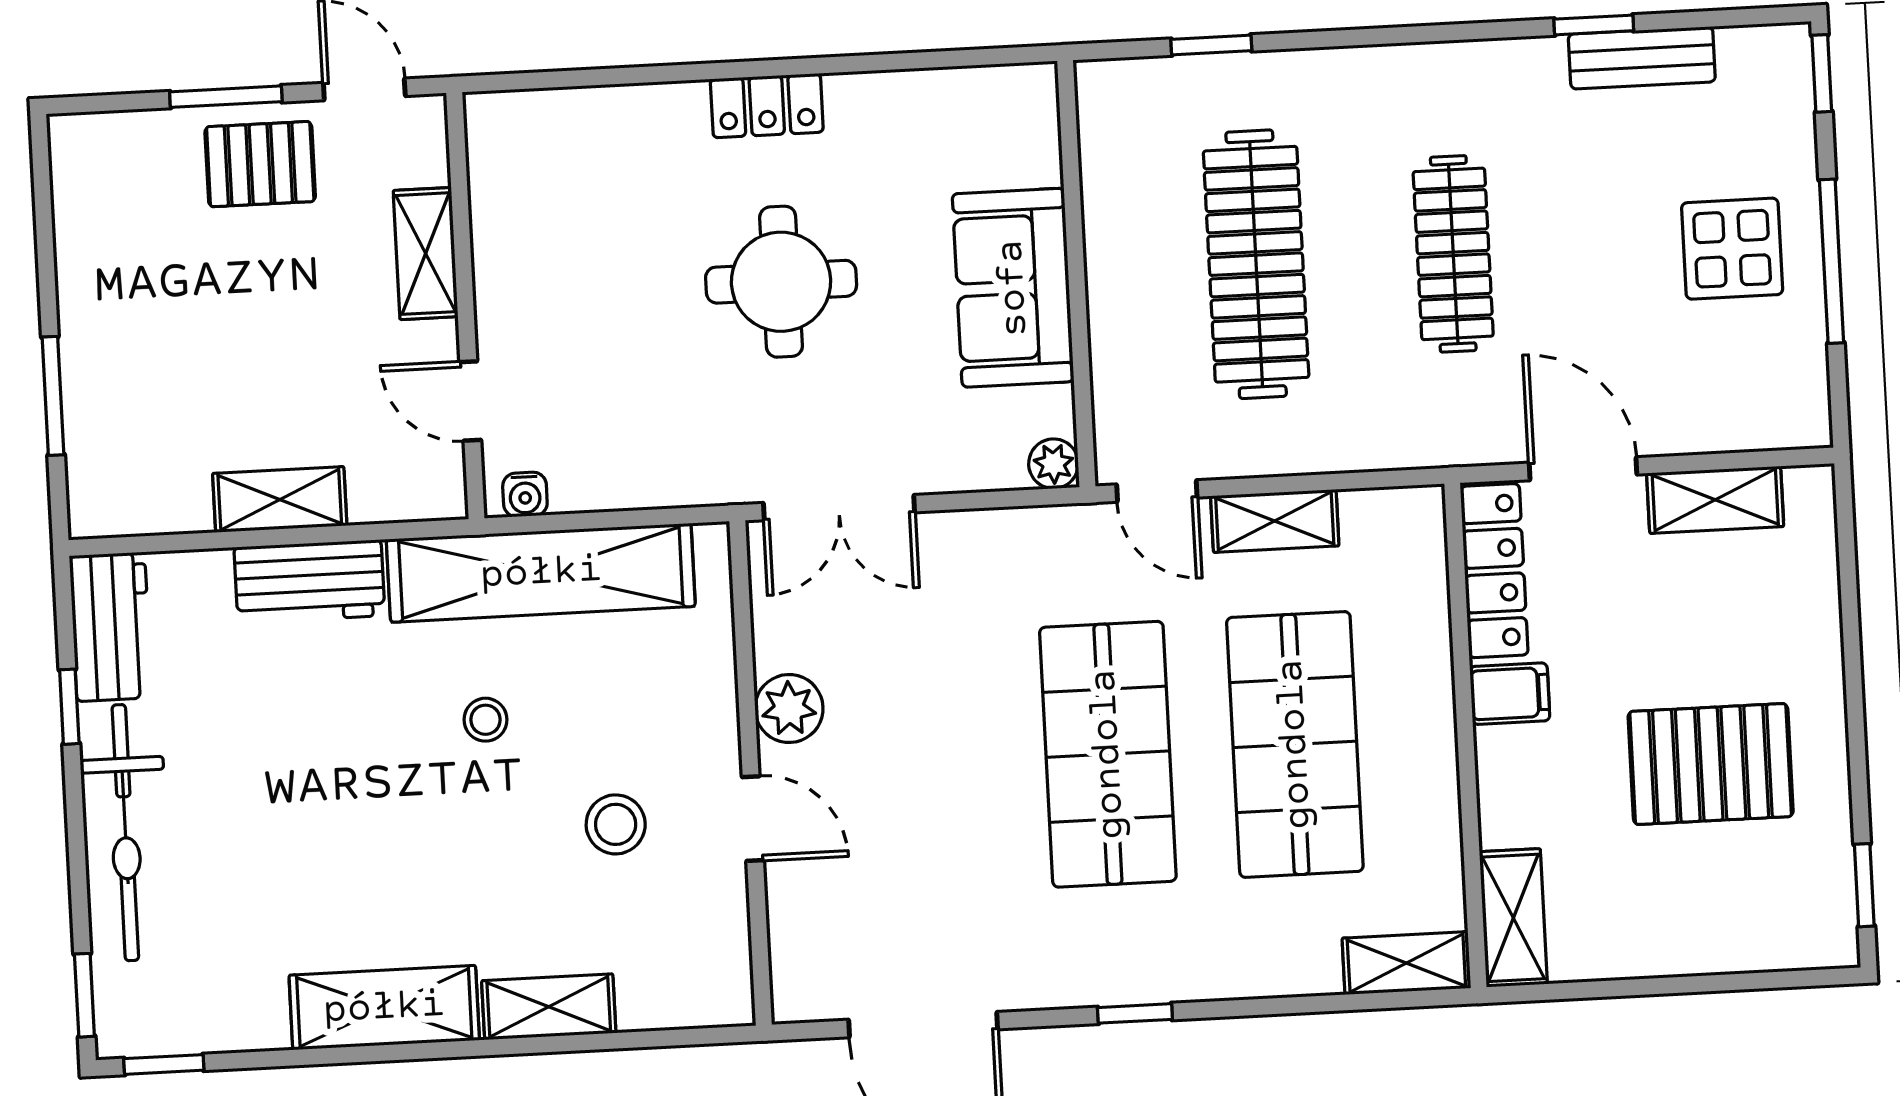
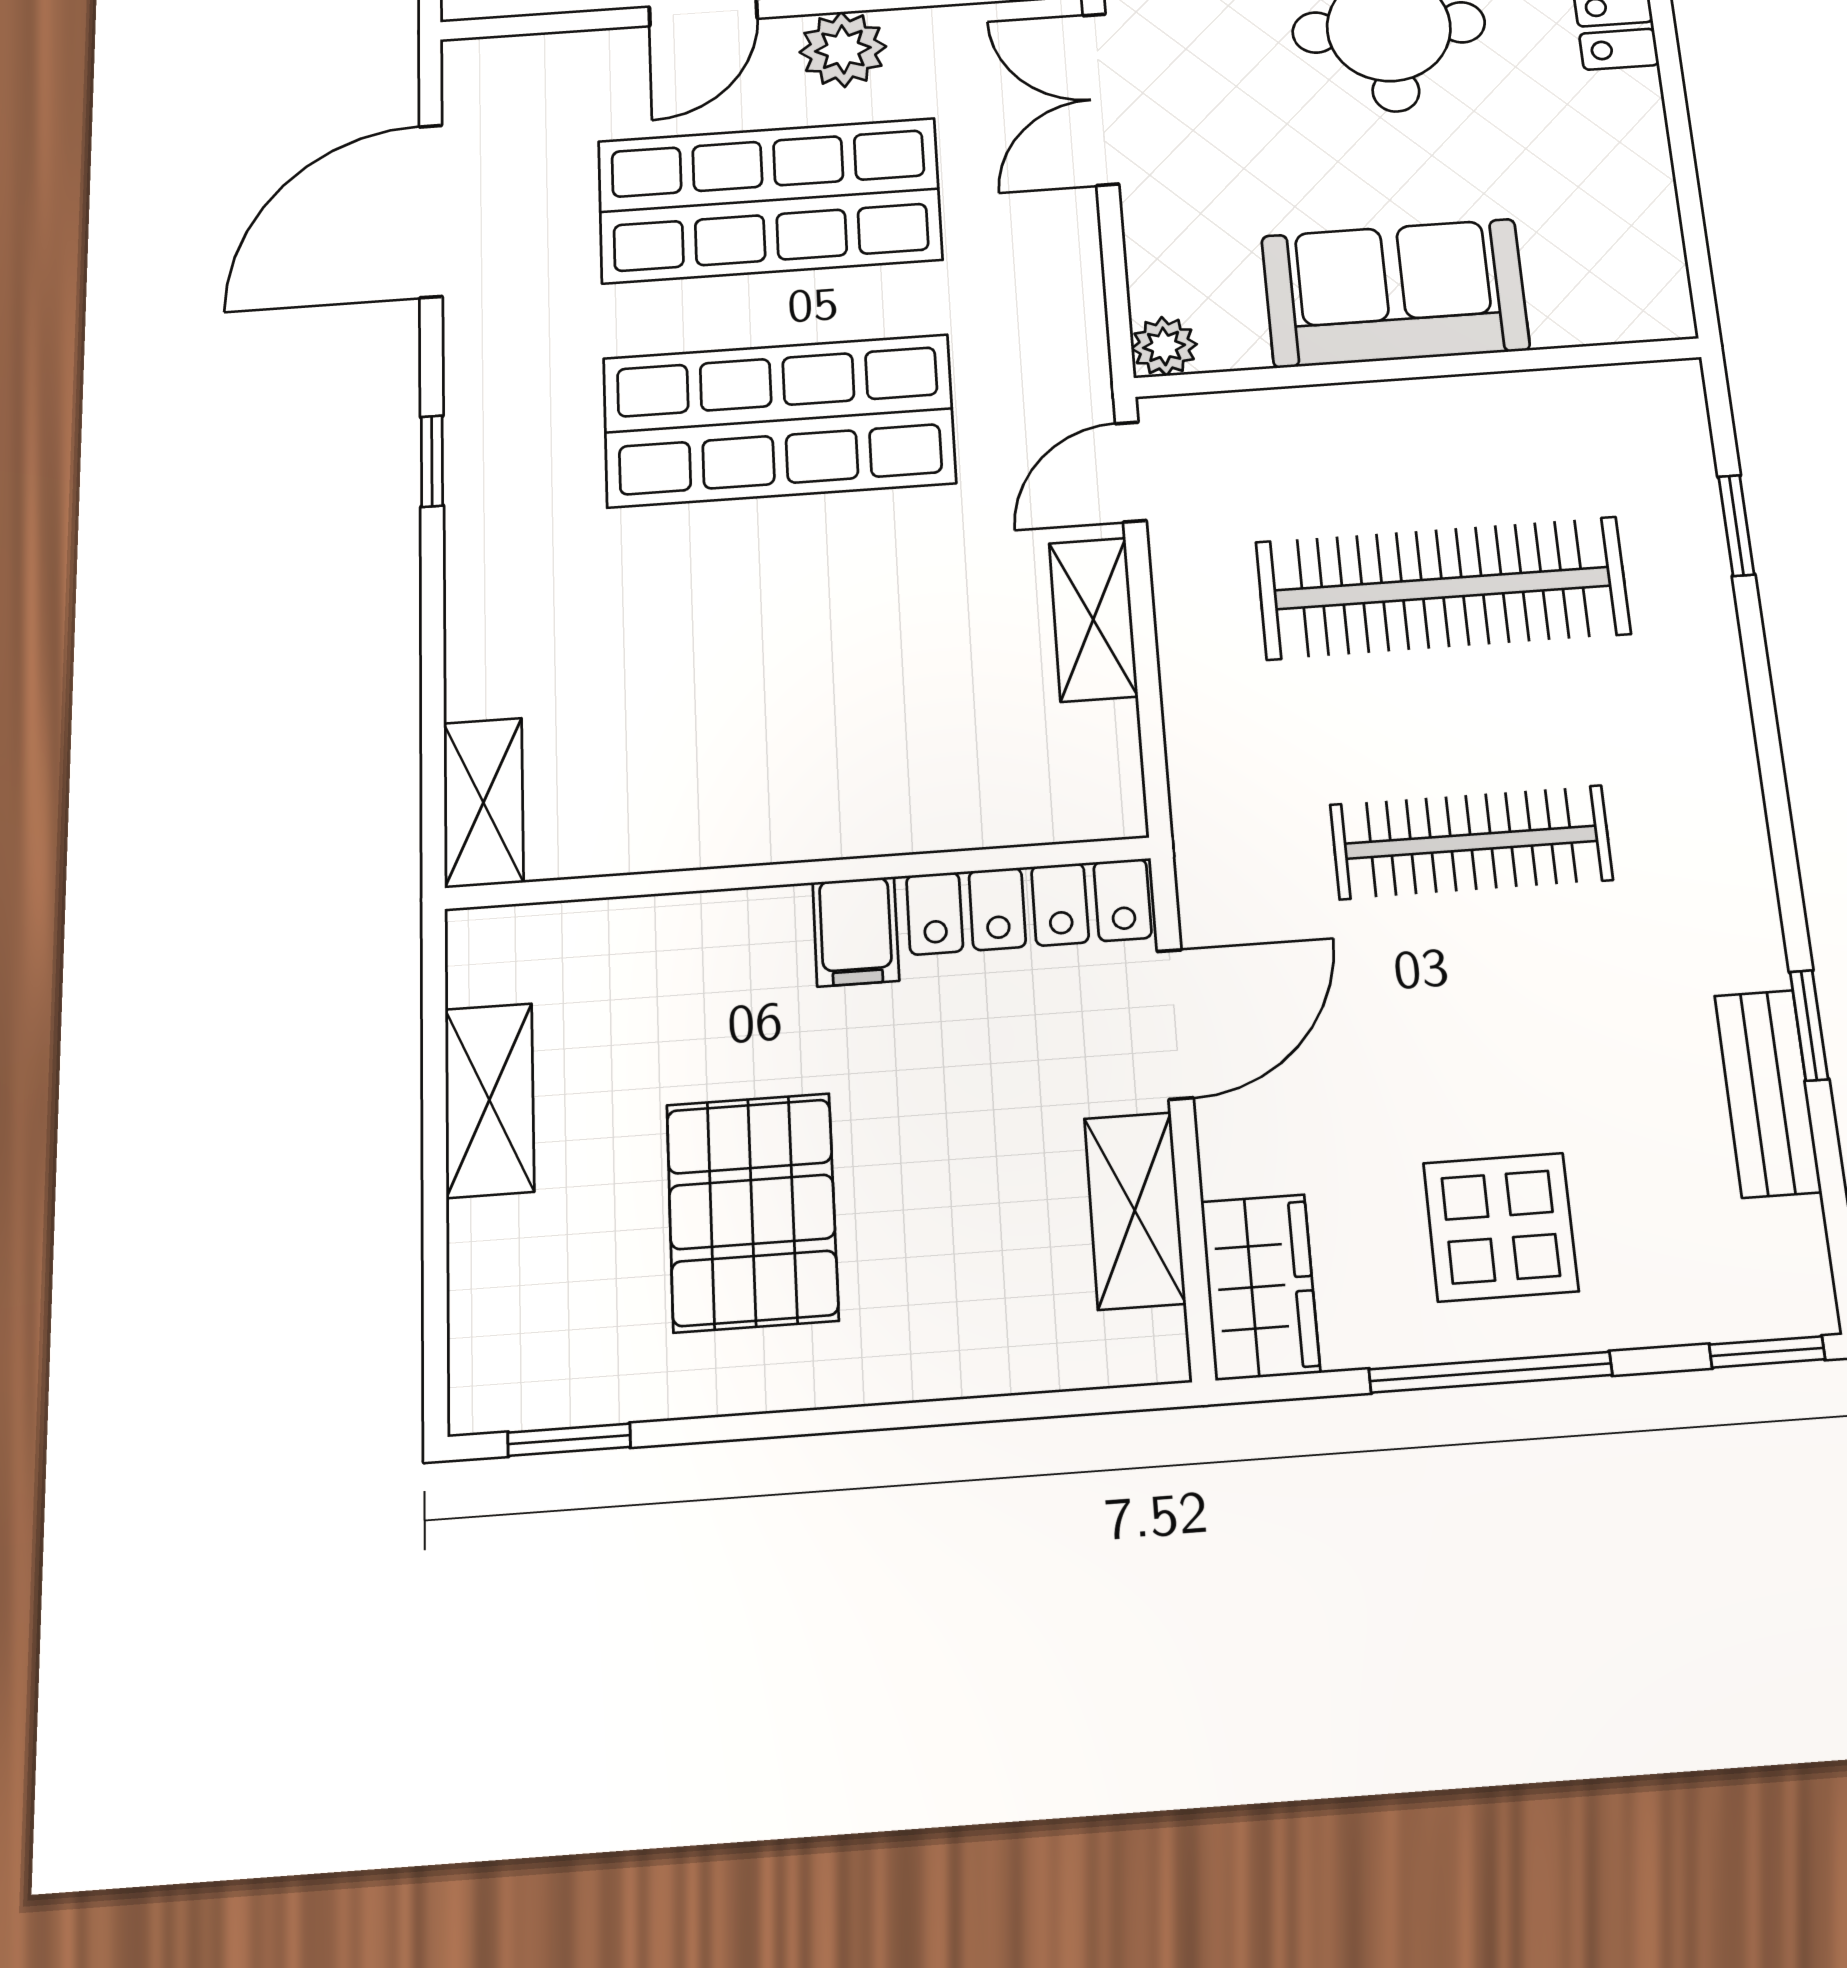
wardrobe: (1770, 415) -> (1260, 1287), added
shop shelf: (1295, 744) -> (769, 200), moved
shelving: (1513, 918) -> (489, 1100), moved, turned 90

